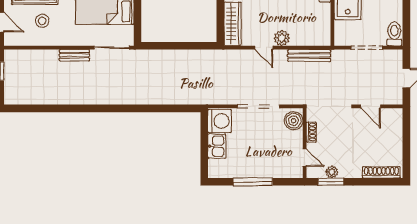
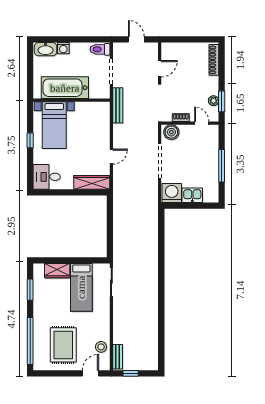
stool: (42, 21) -> (101, 347), moved
plant: (282, 38) -> (103, 142), removed
bench: (74, 55) -> (118, 357), moved
bench: (309, 55) -> (118, 105), moved
door: (305, 158) -> (202, 123), hinge flipped

